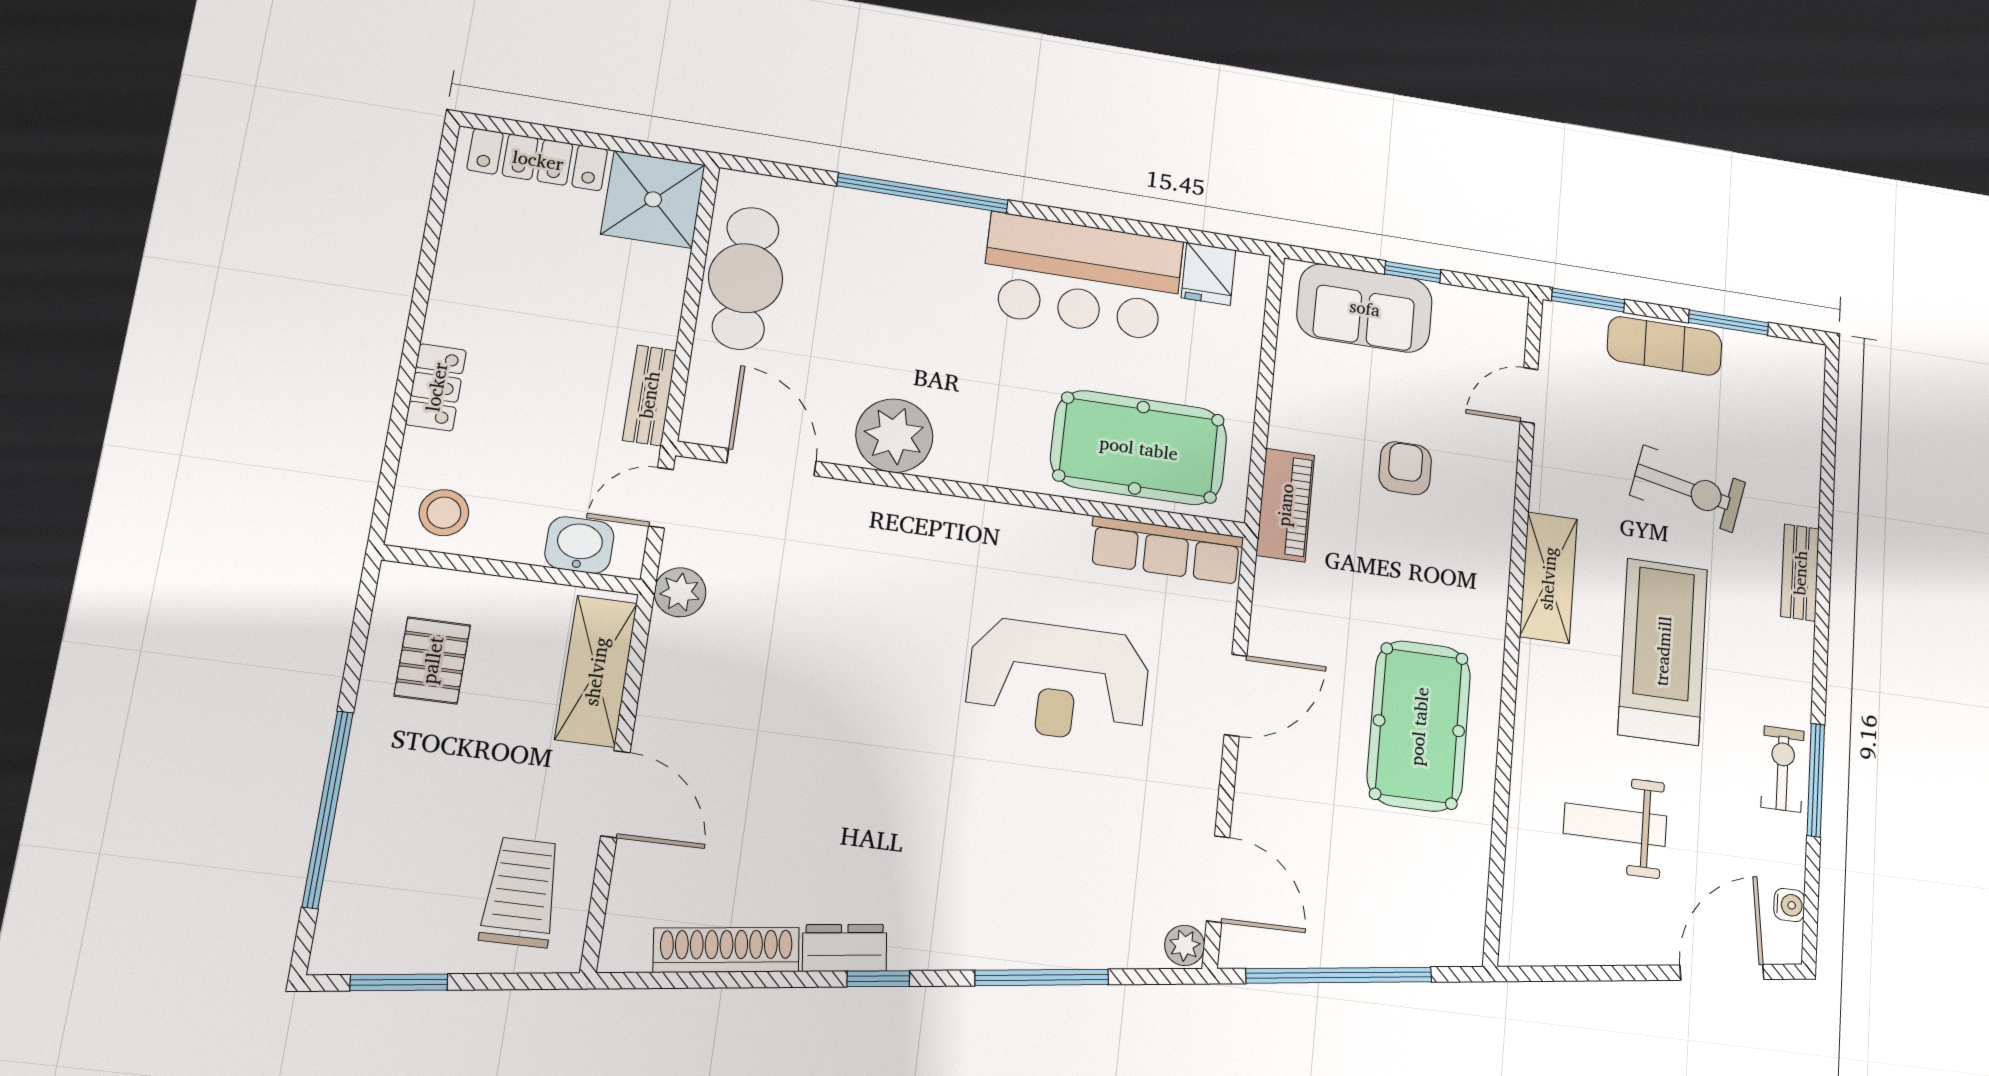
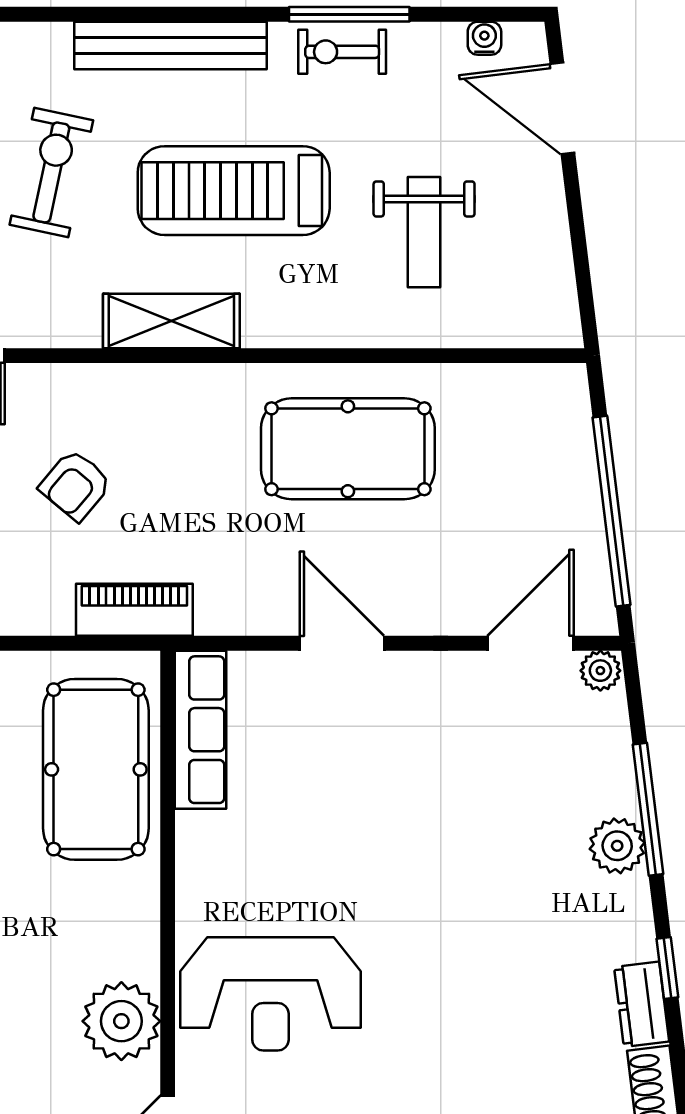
armchair: (1405, 468) -> (75, 485), turned -50
bench: (1800, 573) -> (171, 46), width x1.86, depth x1.21
reception desk: (1058, 681) -> (270, 994), moved, turned 90
plant: (1009, 942) -> (617, 846), added

